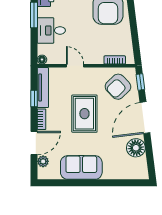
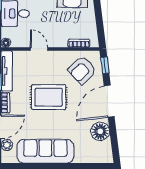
rug: (84, 114) -> (49, 97), turned 90
sofa: (81, 167) -> (45, 151), width x1.36

